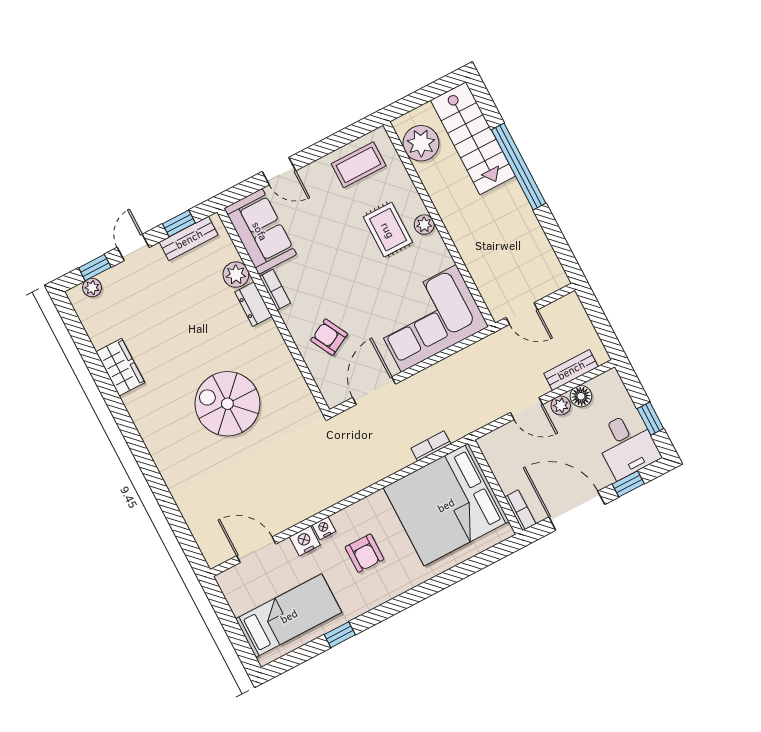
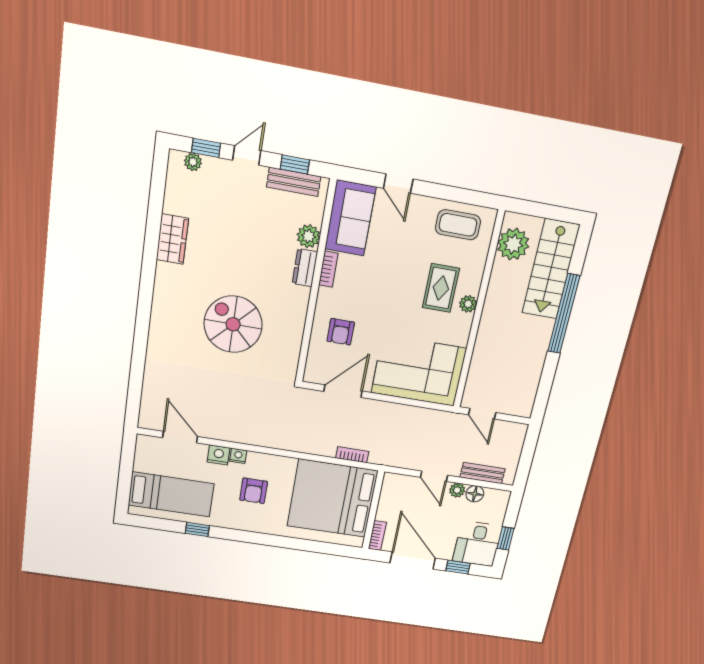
armchair: (329, 337) -> (341, 332), turned -152

